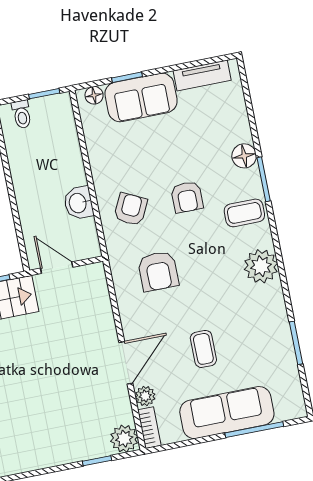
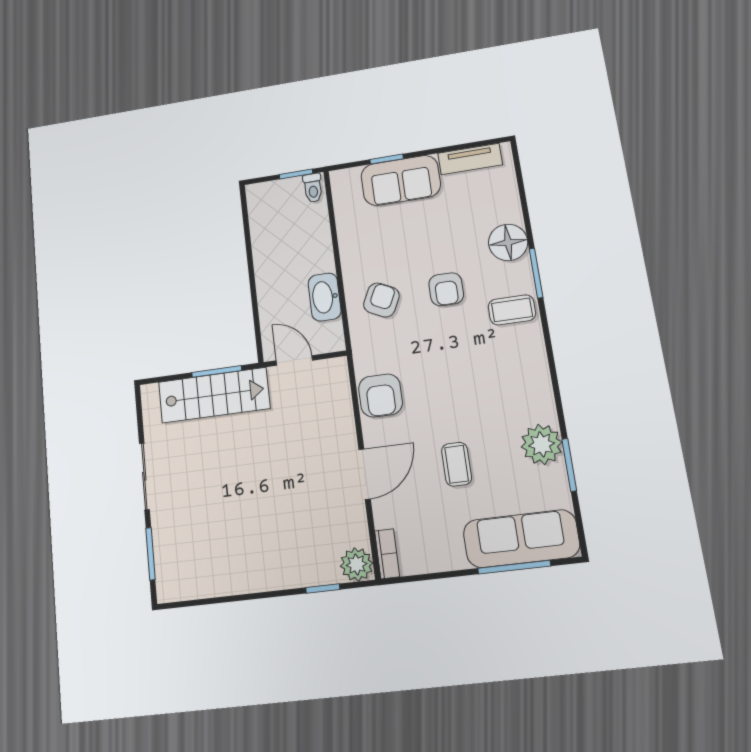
floor lamp: (94, 95) -> (349, 177), removed
toilet: (22, 114) -> (313, 188), moved
floor lamp: (244, 156) -> (508, 242), width x1.38, depth x1.38
washbasin: (78, 203) -> (325, 297), width x1.38
plant: (261, 266) -> (542, 444), moved
armchair: (158, 271) -> (380, 395), moved
plant: (145, 396) -> (385, 515), removed
sofa: (227, 413) -> (521, 539), moved

